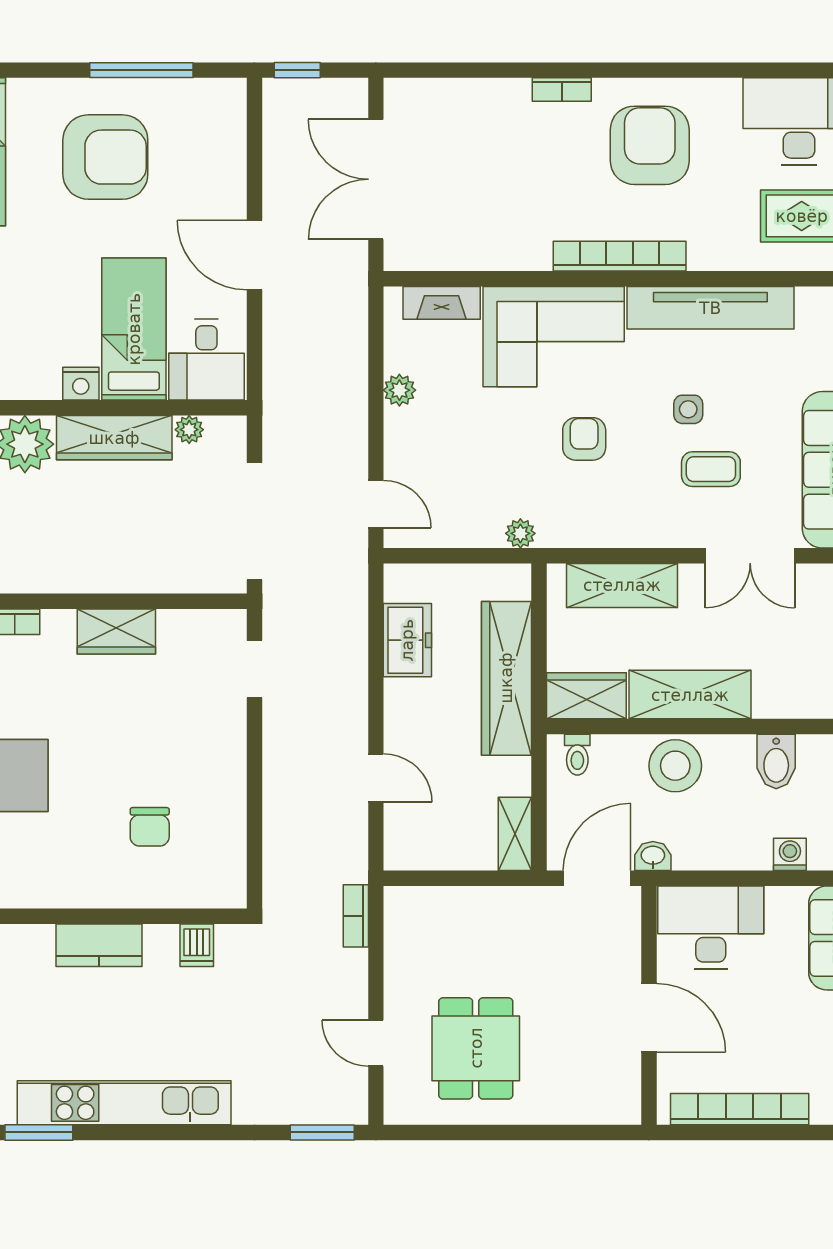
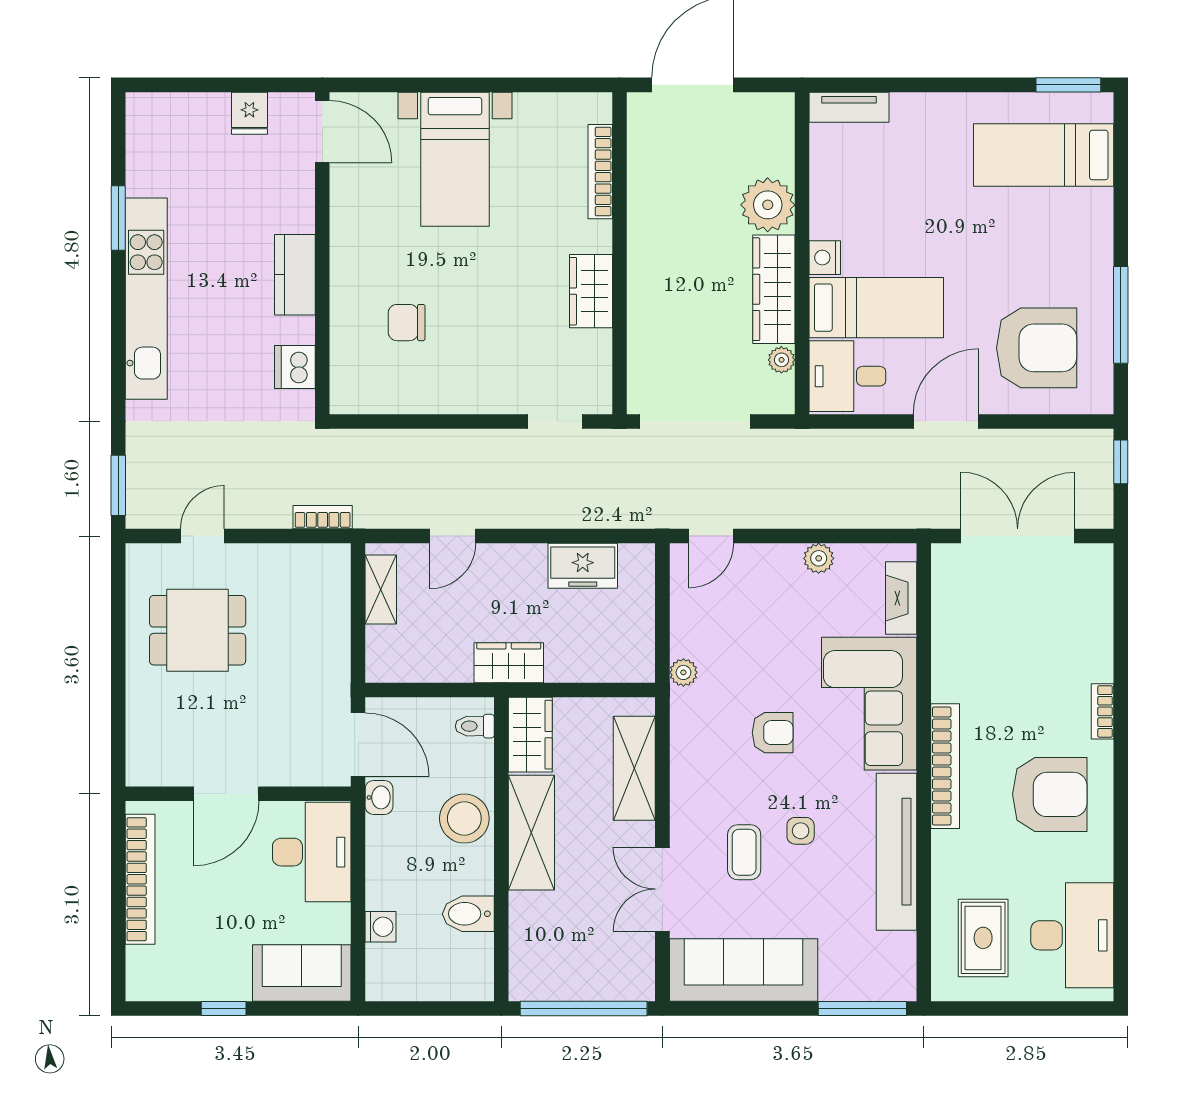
armchair: (105, 157) -> (1037, 348), moved, turned -90
wardrobe: (506, 678) -> (509, 663), width x0.48, depth x0.85
shelving: (515, 834) -> (381, 589), moved, turned 90
dishwasher: (197, 945) -> (295, 367), width x1.38

